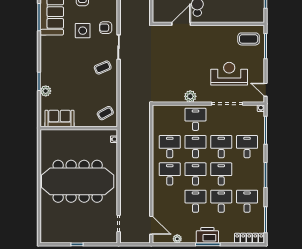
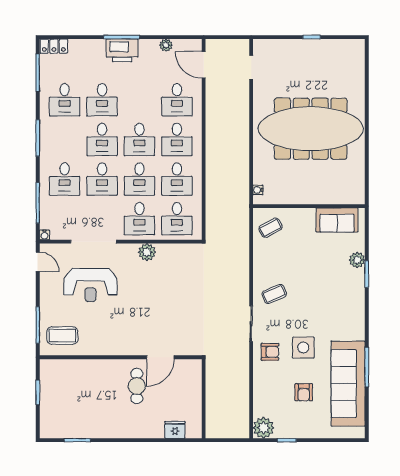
desk: (170, 119) -> (177, 219), added
desk: (195, 201) -> (177, 100), moved
locker: (249, 238) -> (54, 46), width x0.66

